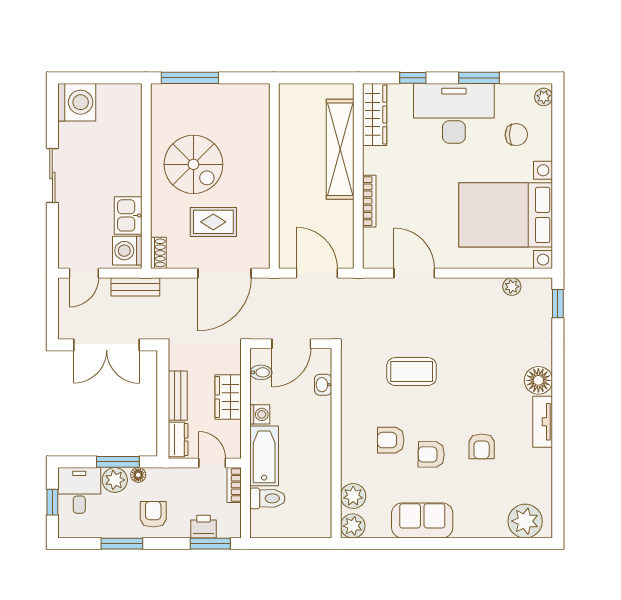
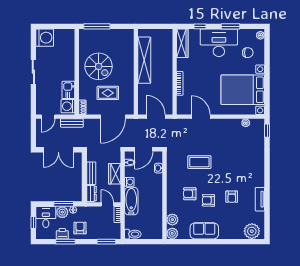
shelving: (340, 149) -> (144, 60), moved
floor lamp: (538, 380) -> (258, 166), removed
tv unit: (543, 422) -> (260, 199), moved
toilet: (267, 498) -> (133, 234), moved
printer: (204, 527) -> (62, 234), moved

